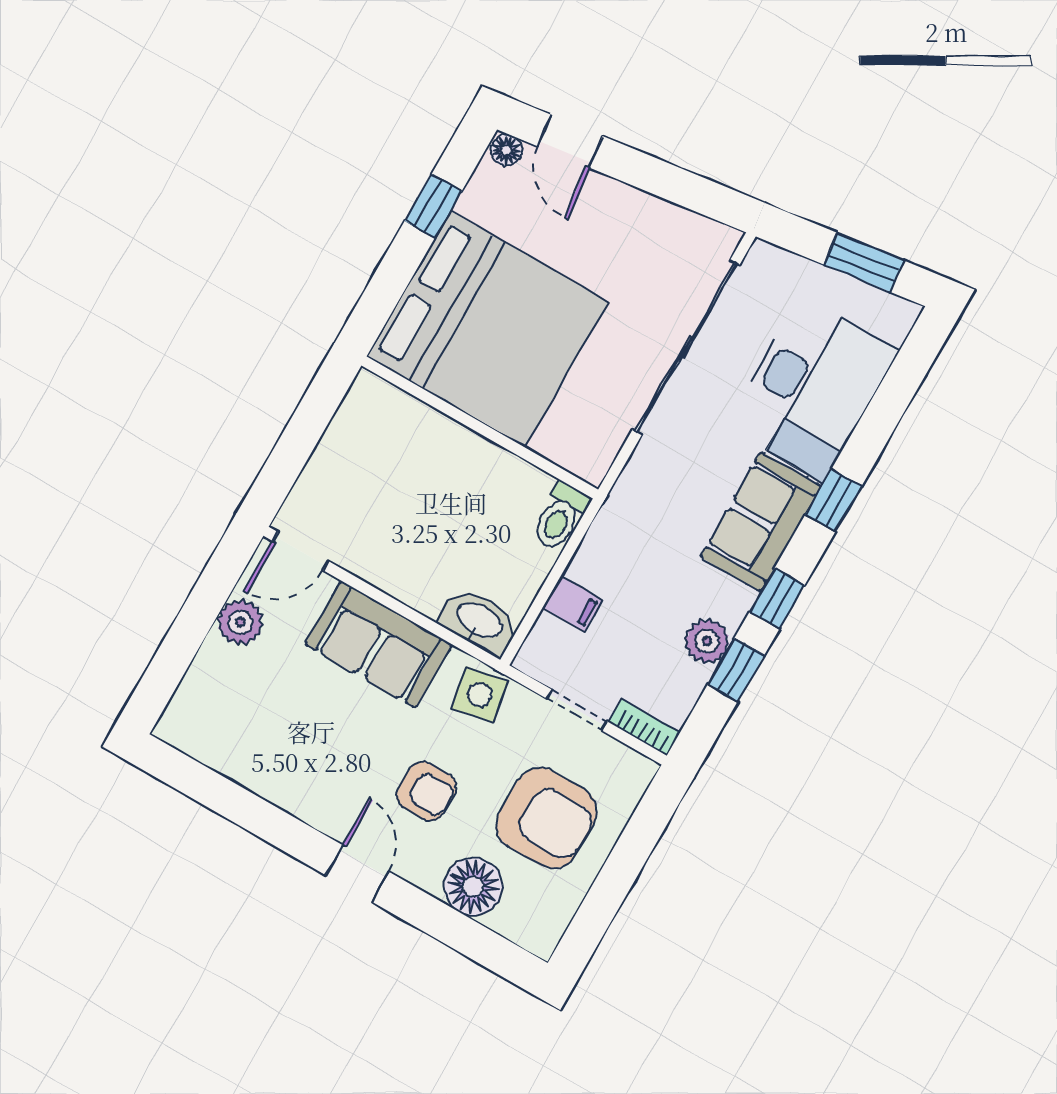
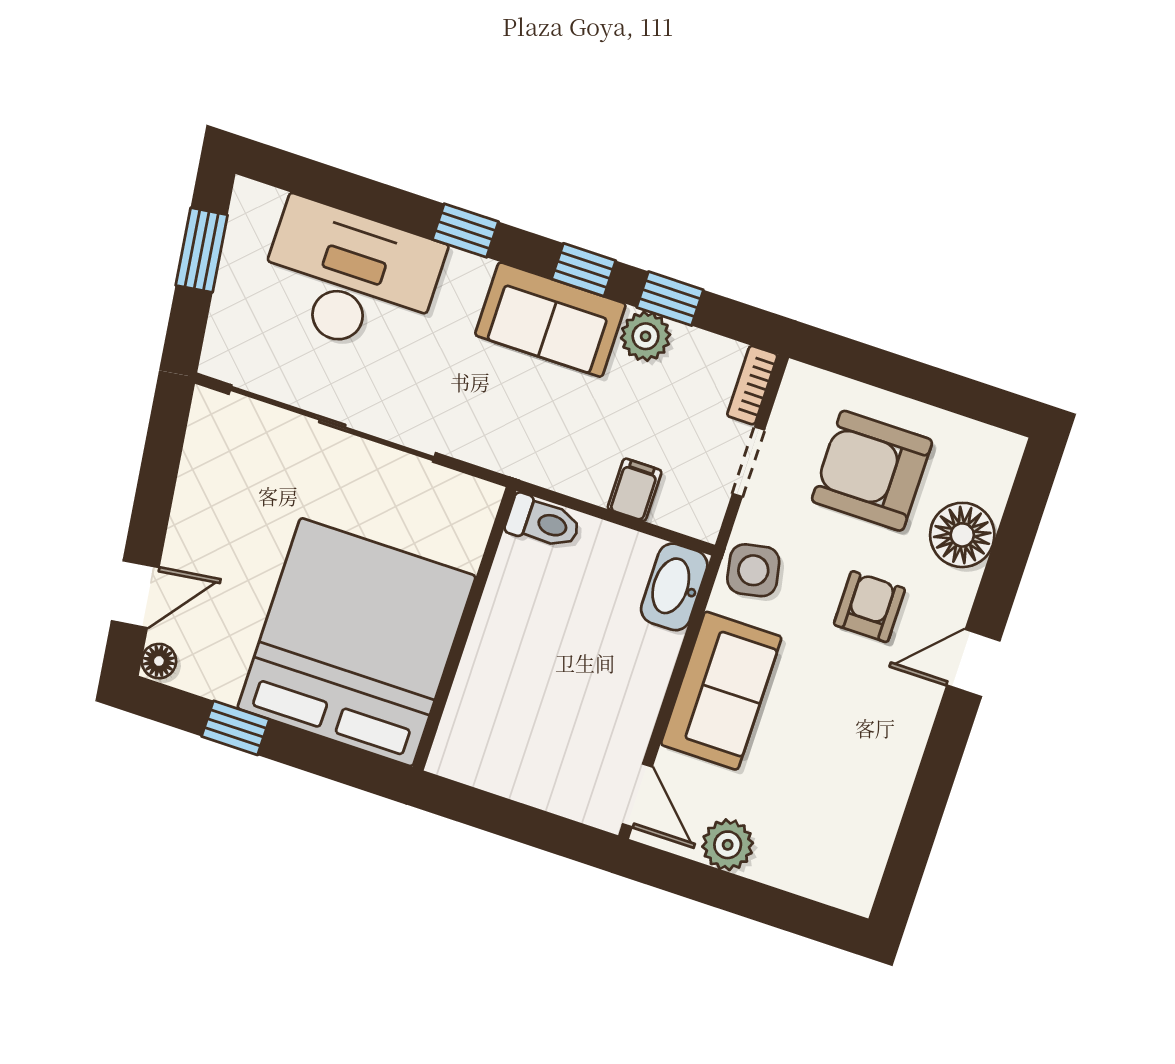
sofa: (761, 522) -> (550, 320), moved
armchair: (547, 818) -> (872, 471), turned -90

